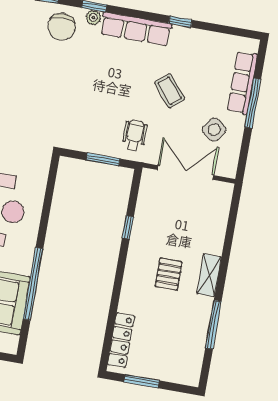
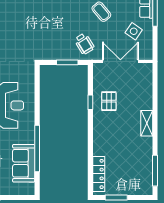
wheelchair: (135, 135) -> (84, 44), turned 149
pallet: (169, 274) -> (109, 101), moved
window: (213, 325) -> (155, 171), moved

